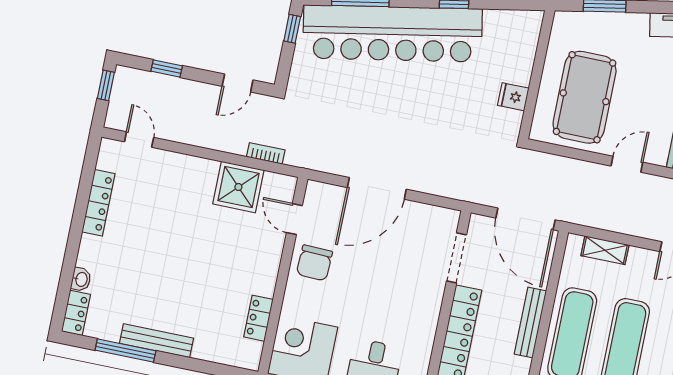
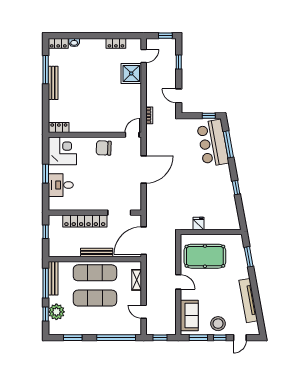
bar counter: (393, 33) -> (213, 143), width x0.54
shower: (238, 187) -> (131, 73), moved
door: (377, 188) -> (144, 170), swing flipped
locker: (98, 203) -> (116, 43), width x0.66
door: (294, 219) -> (132, 135), moved
locker: (258, 318) -> (59, 127), moved

